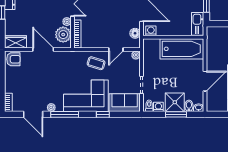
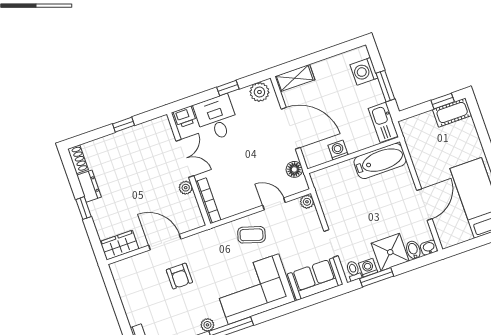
washing machine: (151, 31) -> (338, 150), moved
plant: (63, 35) -> (187, 209), removed
door: (116, 49) -> (274, 204), swing flipped
bathtub: (182, 49) -> (380, 161), width x0.73, depth x0.73
armchair: (13, 59) -> (179, 276), moved, turned 90
window: (103, 114) -> (289, 308), removed
window: (176, 114) -> (377, 277), moved

